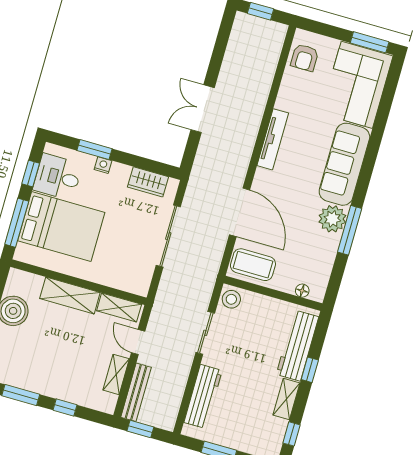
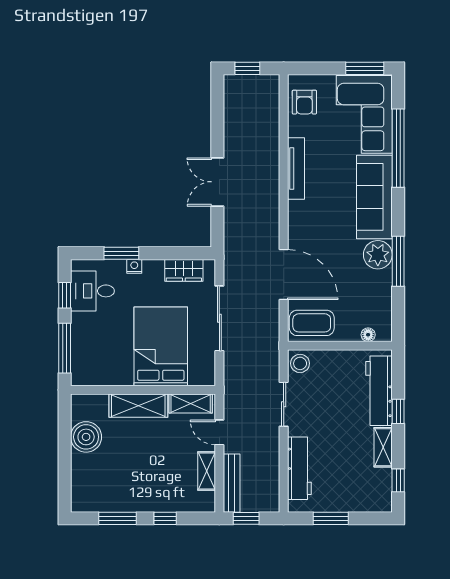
window: (379, 125) -> (398, 148), added
tv unit: (273, 139) -> (296, 169), moved
bed: (61, 227) -> (161, 346), moved, turned -90

